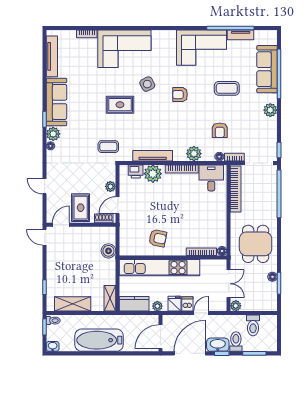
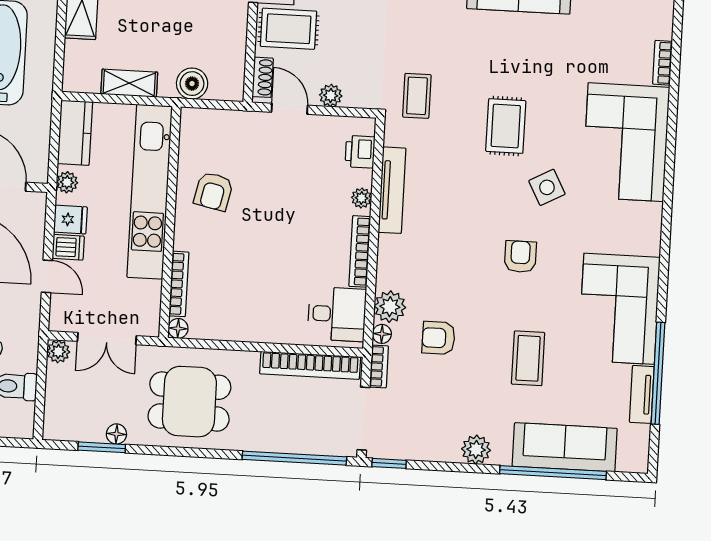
plant: (194, 154) -> (390, 307), moved
plant: (153, 174) -> (362, 198), width x0.53, depth x0.53
shelving: (110, 298) -> (129, 83), moved

